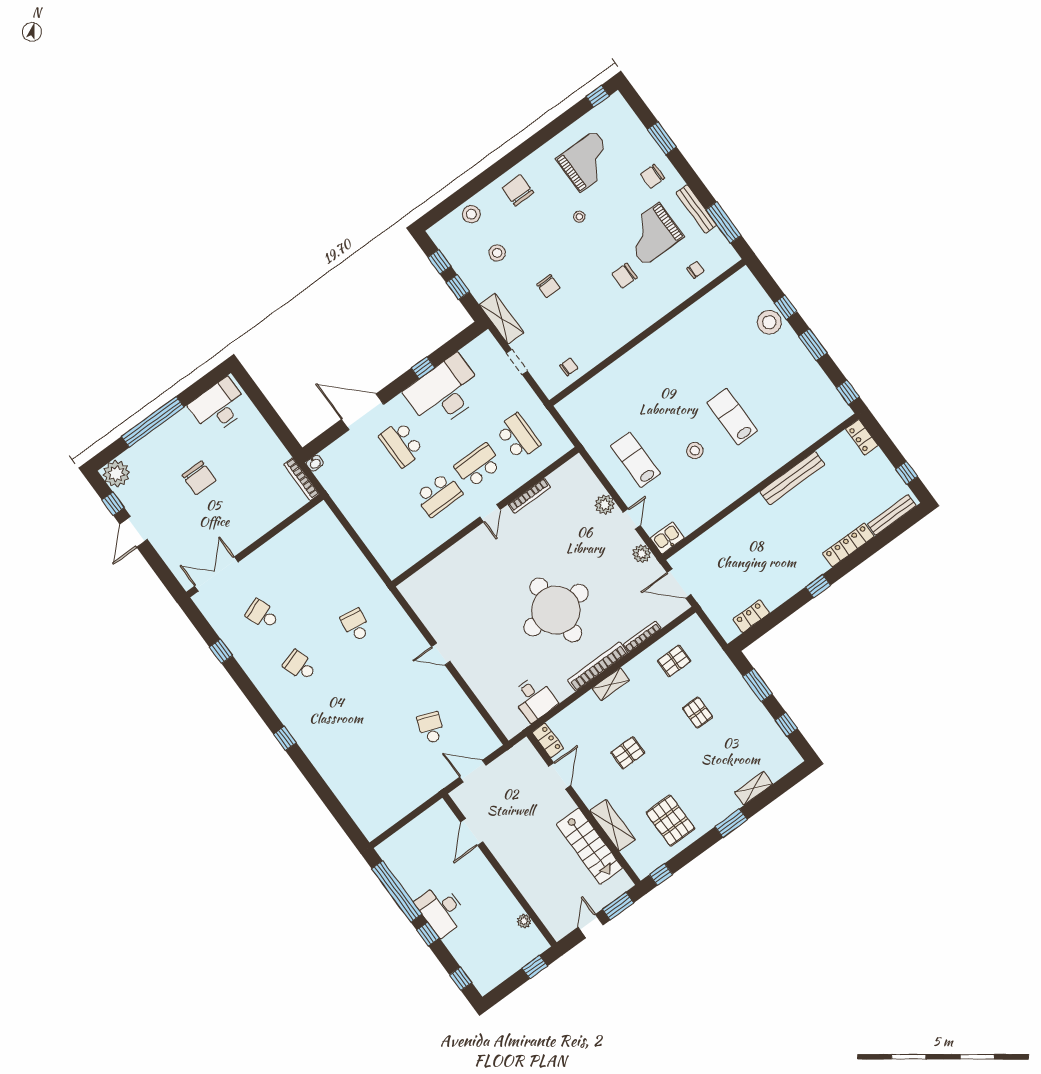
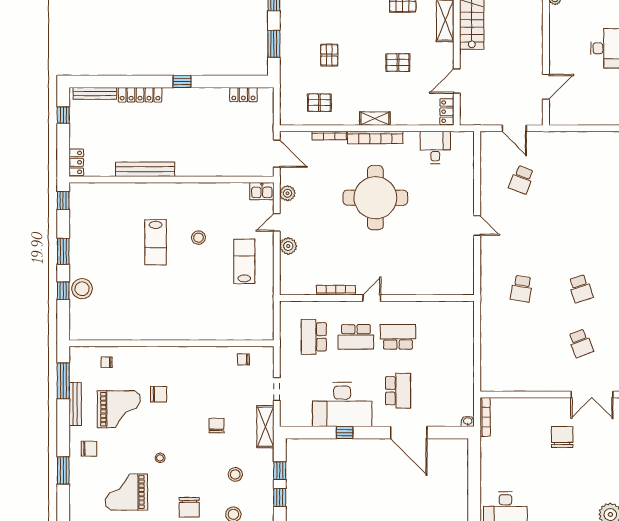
lab bench: (635, 460) -> (244, 261), turned 180
chair: (199, 478) -> (562, 437), moved

